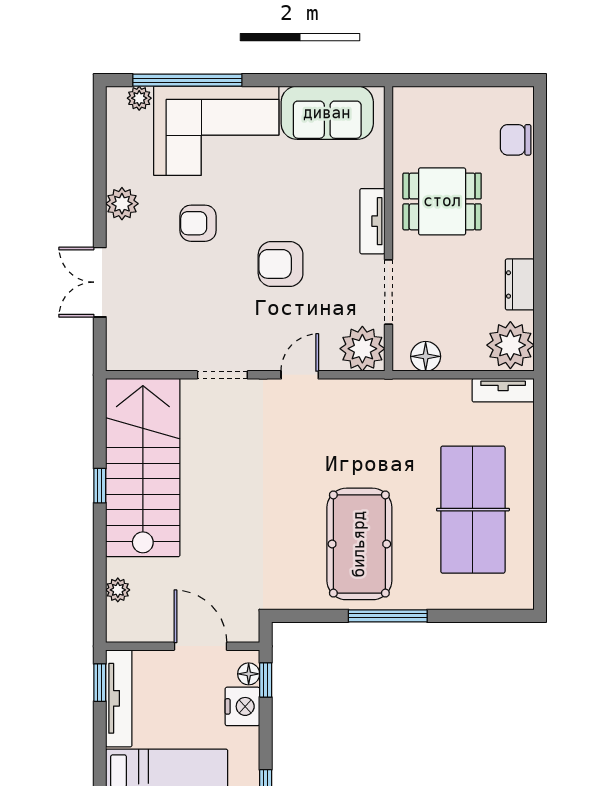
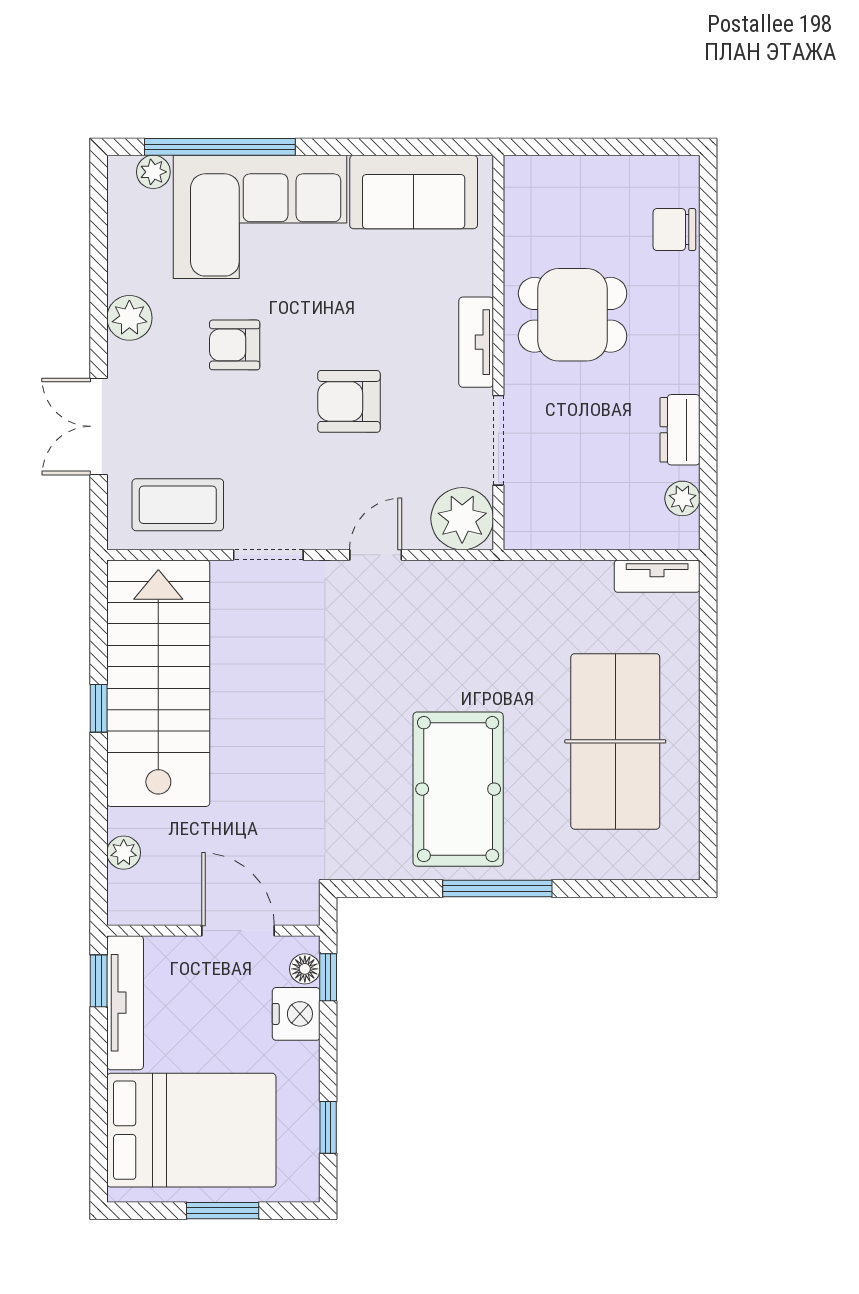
coffee table: (157, 339) -> (178, 505), added
plant: (510, 345) -> (682, 498), width x0.53, depth x0.53
floor lamp: (426, 356) -> (550, 529), removed

